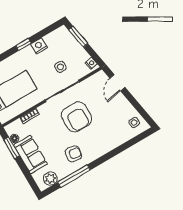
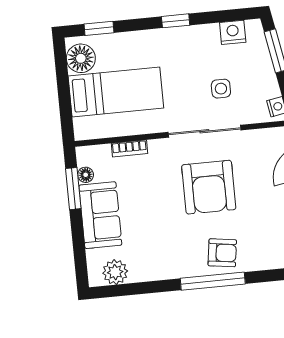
nightstand: (39, 46) -> (233, 32), moved
armchair: (73, 154) -> (222, 253), moved
window: (74, 176) -> (213, 281), moved

